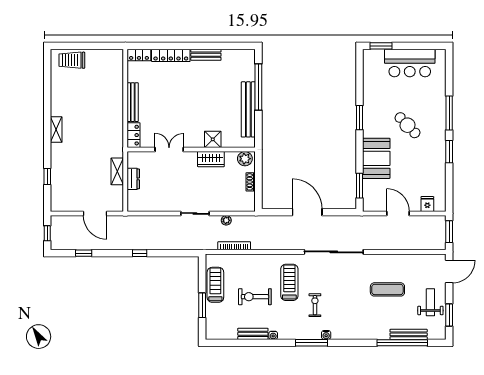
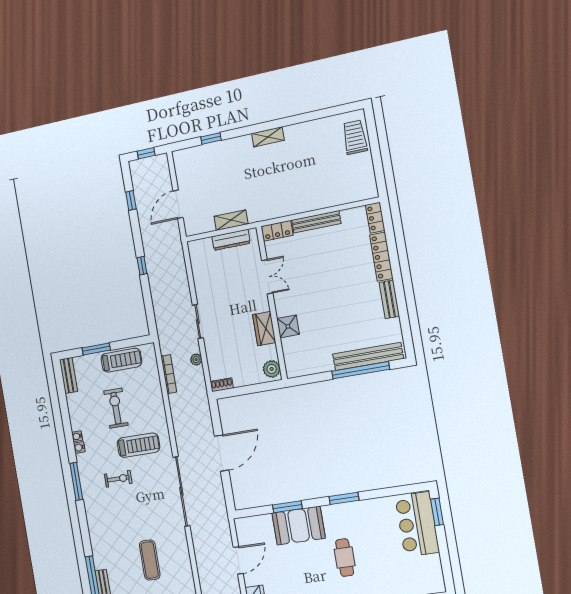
bar counter: (410, 63) -> (417, 524), moved
bench: (248, 109) -> (368, 356), moved
cafe table: (407, 125) -> (345, 558), turned -46
dresser: (133, 179) -> (231, 240), width x1.44
shoe rack: (251, 182) -> (222, 385), moved
window: (360, 186) -> (287, 507), moved
bench: (253, 334) -> (69, 376), moved
water cooler: (326, 335) -> (79, 447), moved

